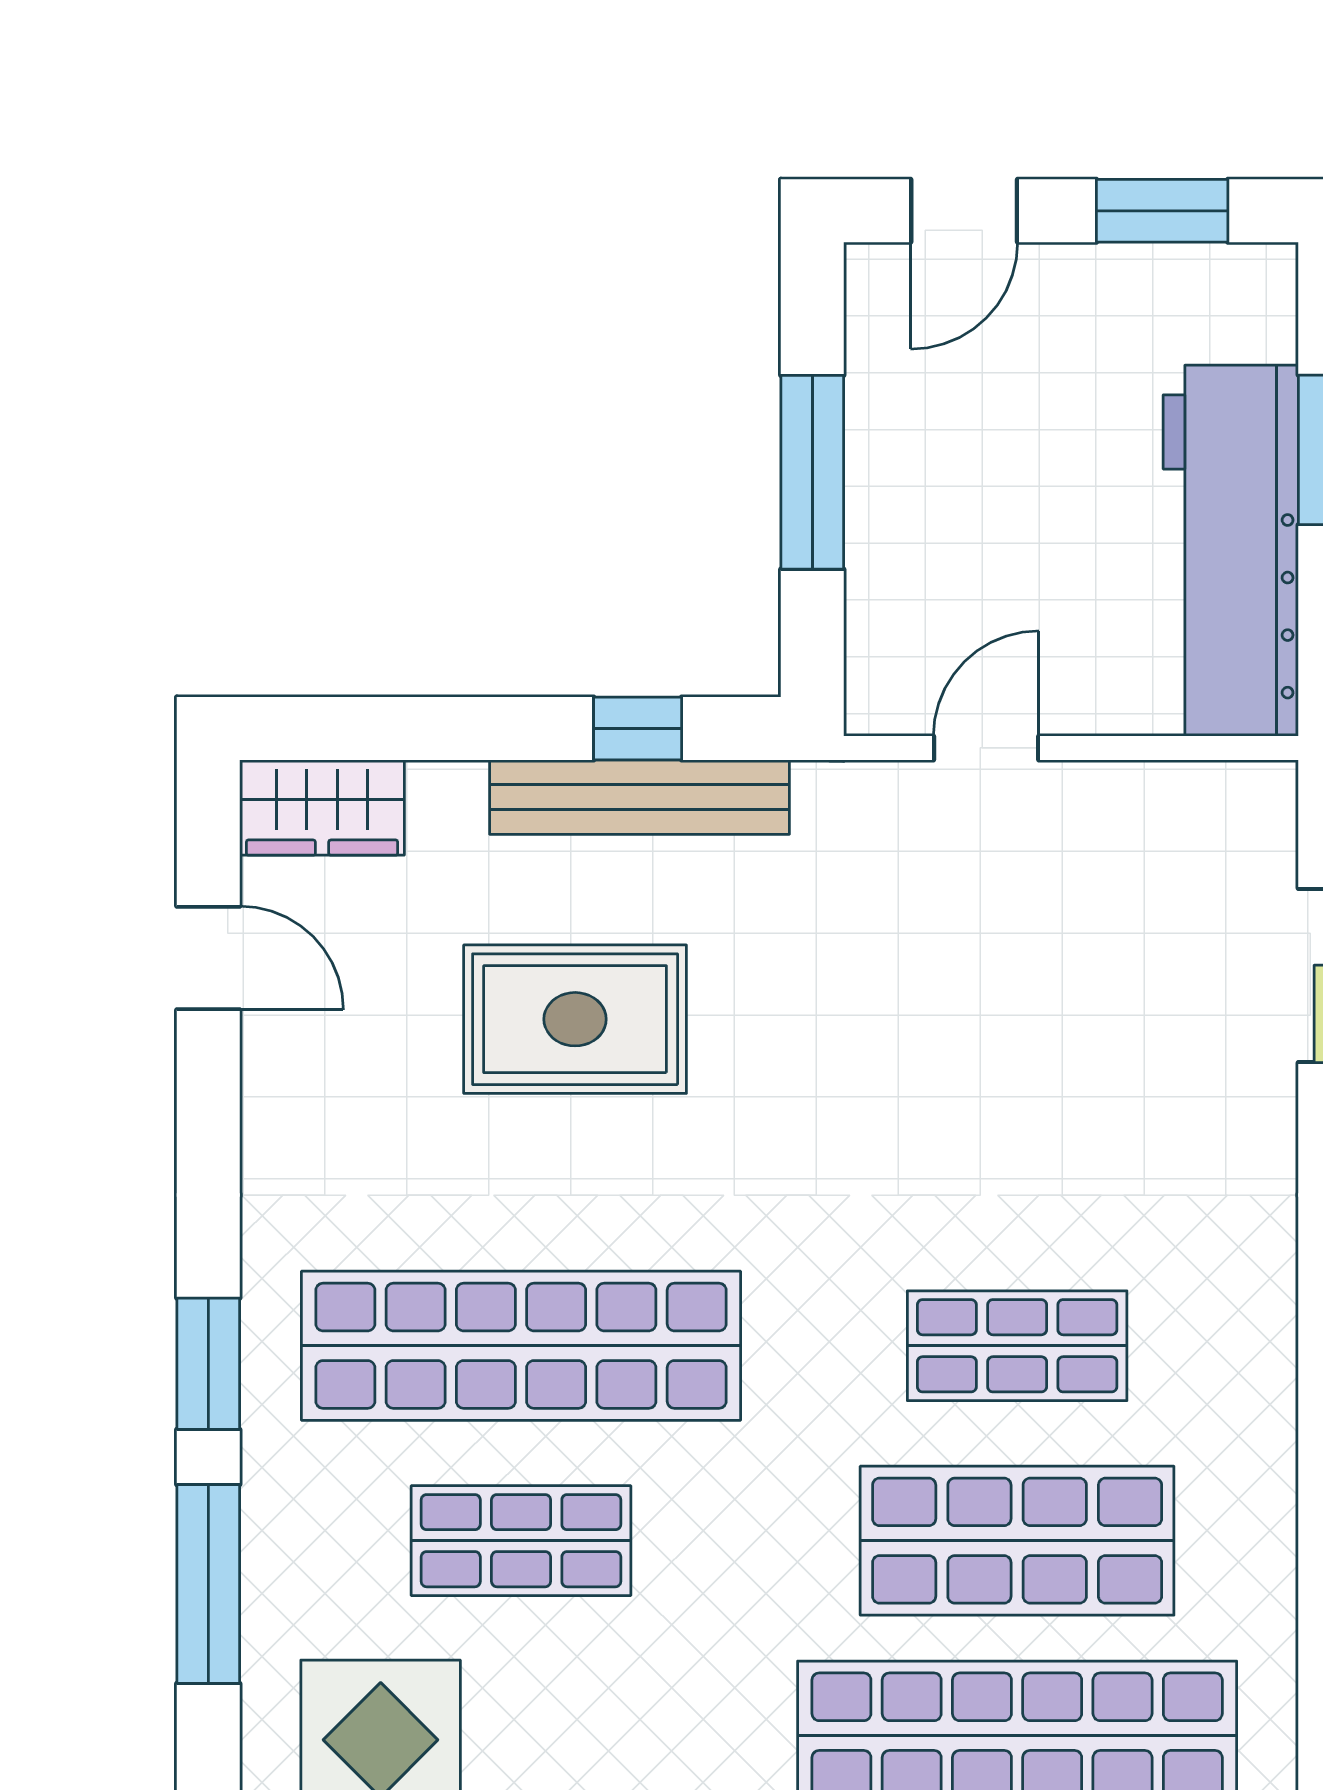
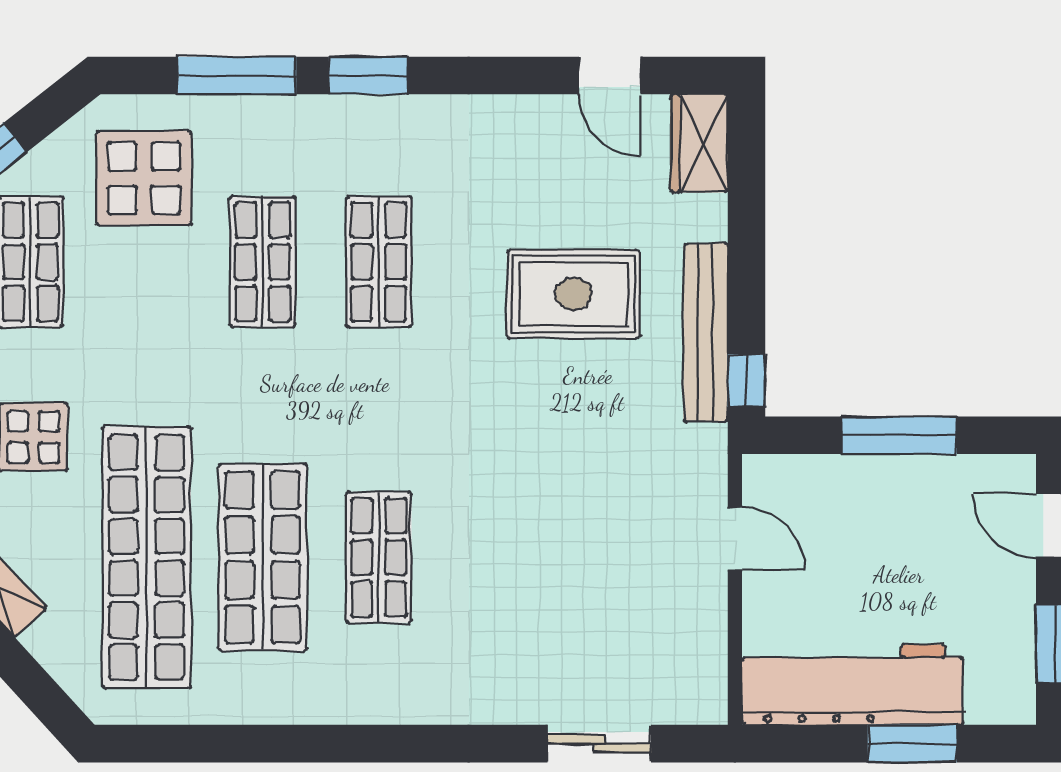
window: (638, 728) -> (747, 381), moved
door: (208, 958) -> (610, 76), hinge flipped
rug: (575, 1019) -> (573, 294), turned 90
shop shelf: (521, 1346) -> (379, 262), width x0.50, depth x0.74

